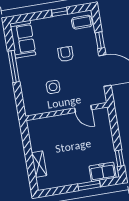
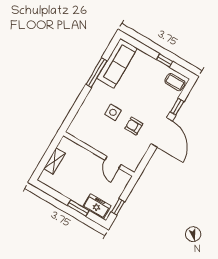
sofa: (23, 39) -> (117, 63), width x1.36
armchair: (66, 54) -> (134, 126), moved, turned -90
door: (83, 109) -> (113, 162), moved
wall: (67, 112) -> (99, 154), moved

